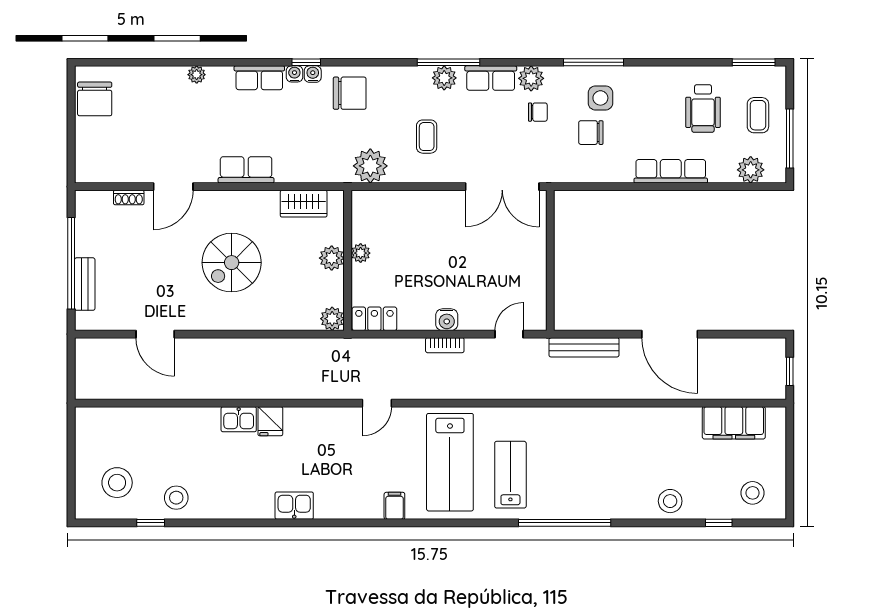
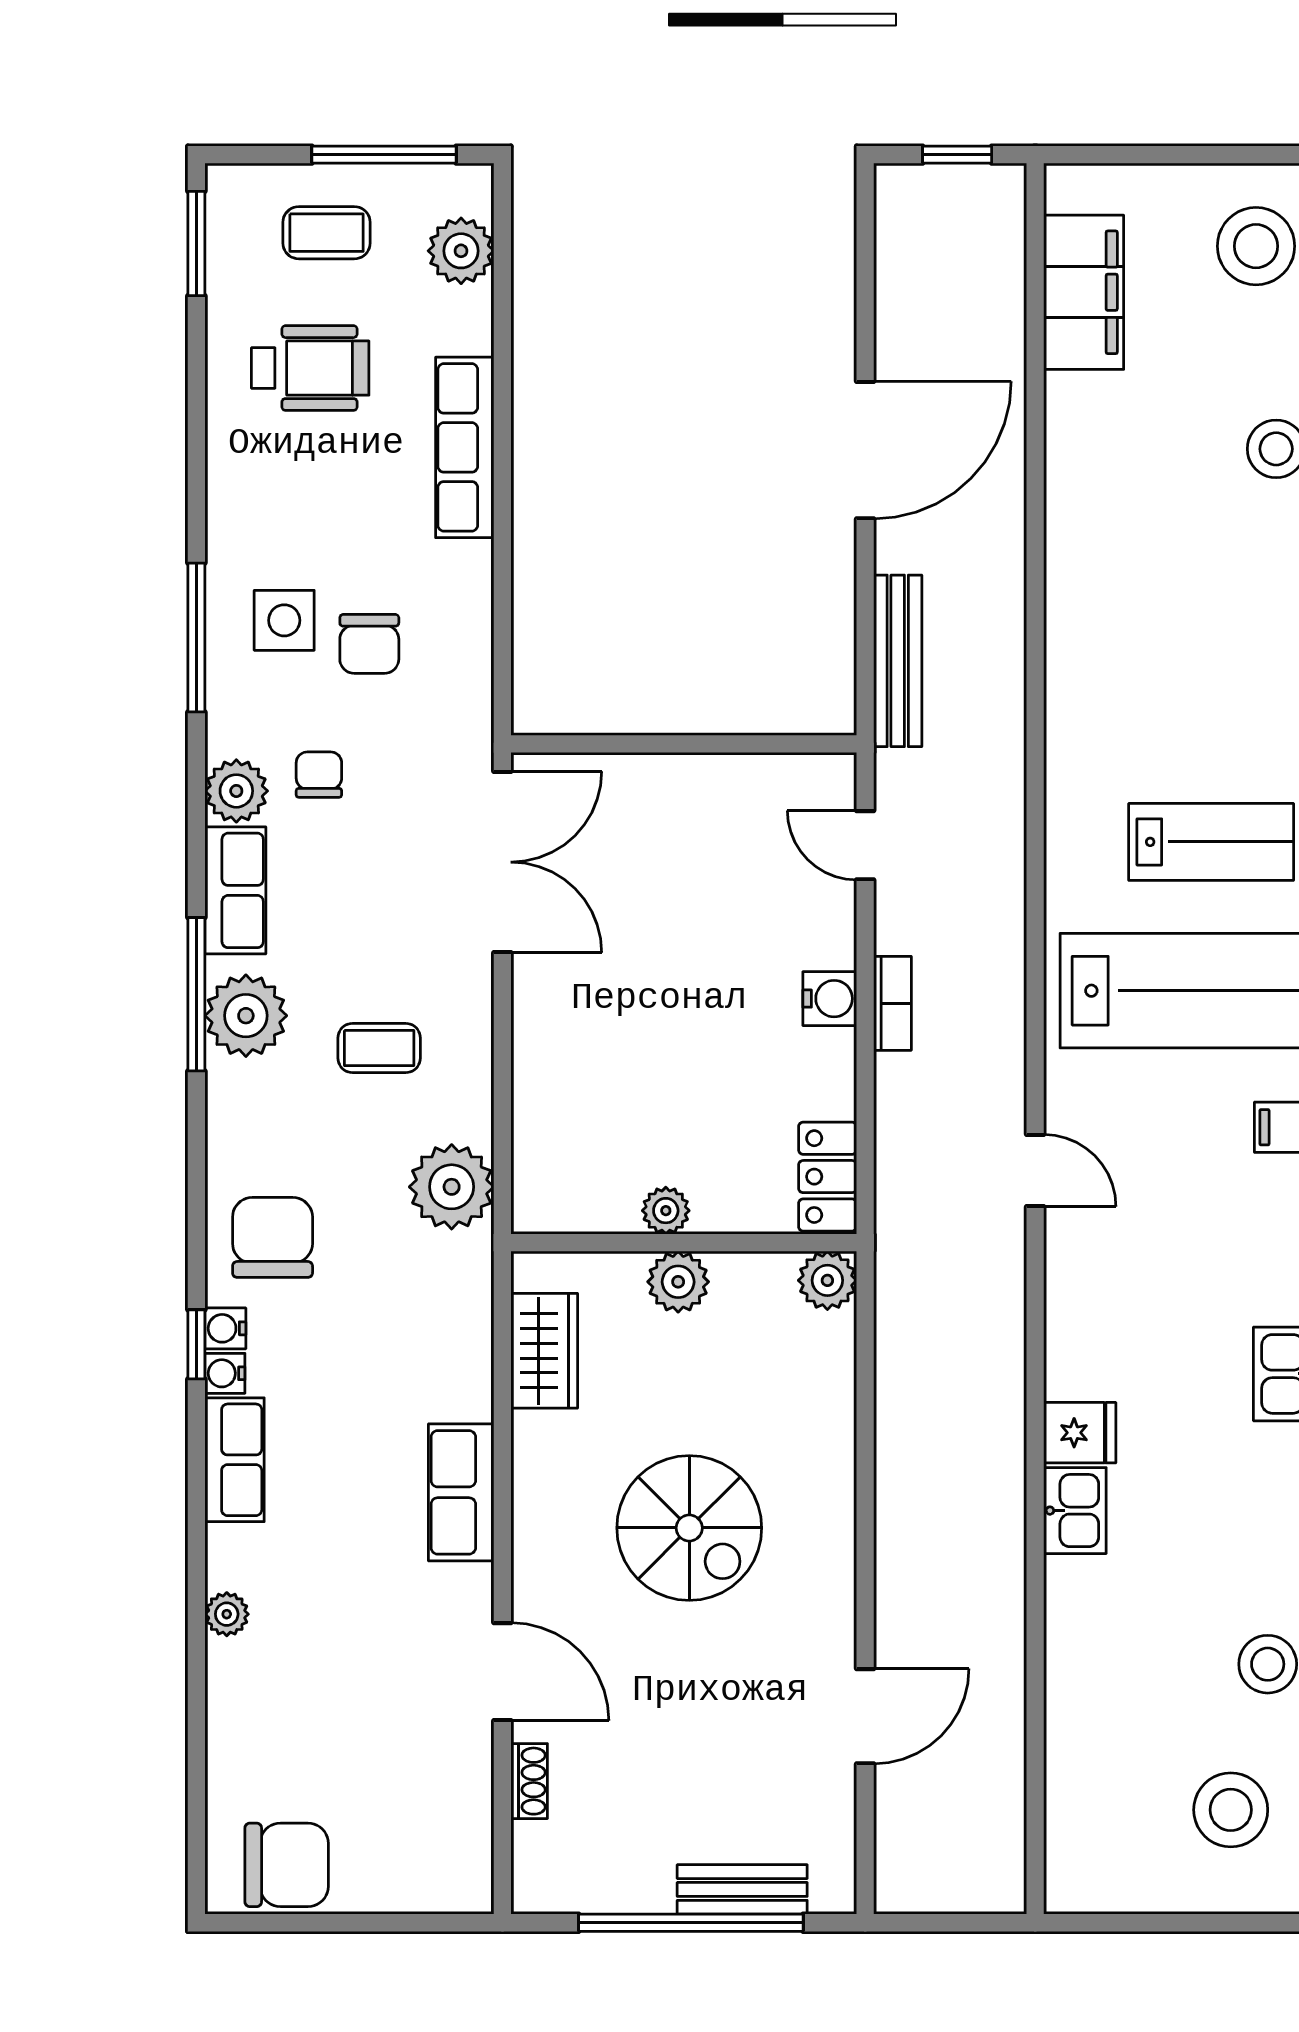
plant: (444, 78) -> (246, 1016), width x1.36, depth x1.36
lab bench: (510, 475) -> (1211, 842), turned 180
stool: (753, 493) -> (1256, 246), width x1.38, depth x1.38

